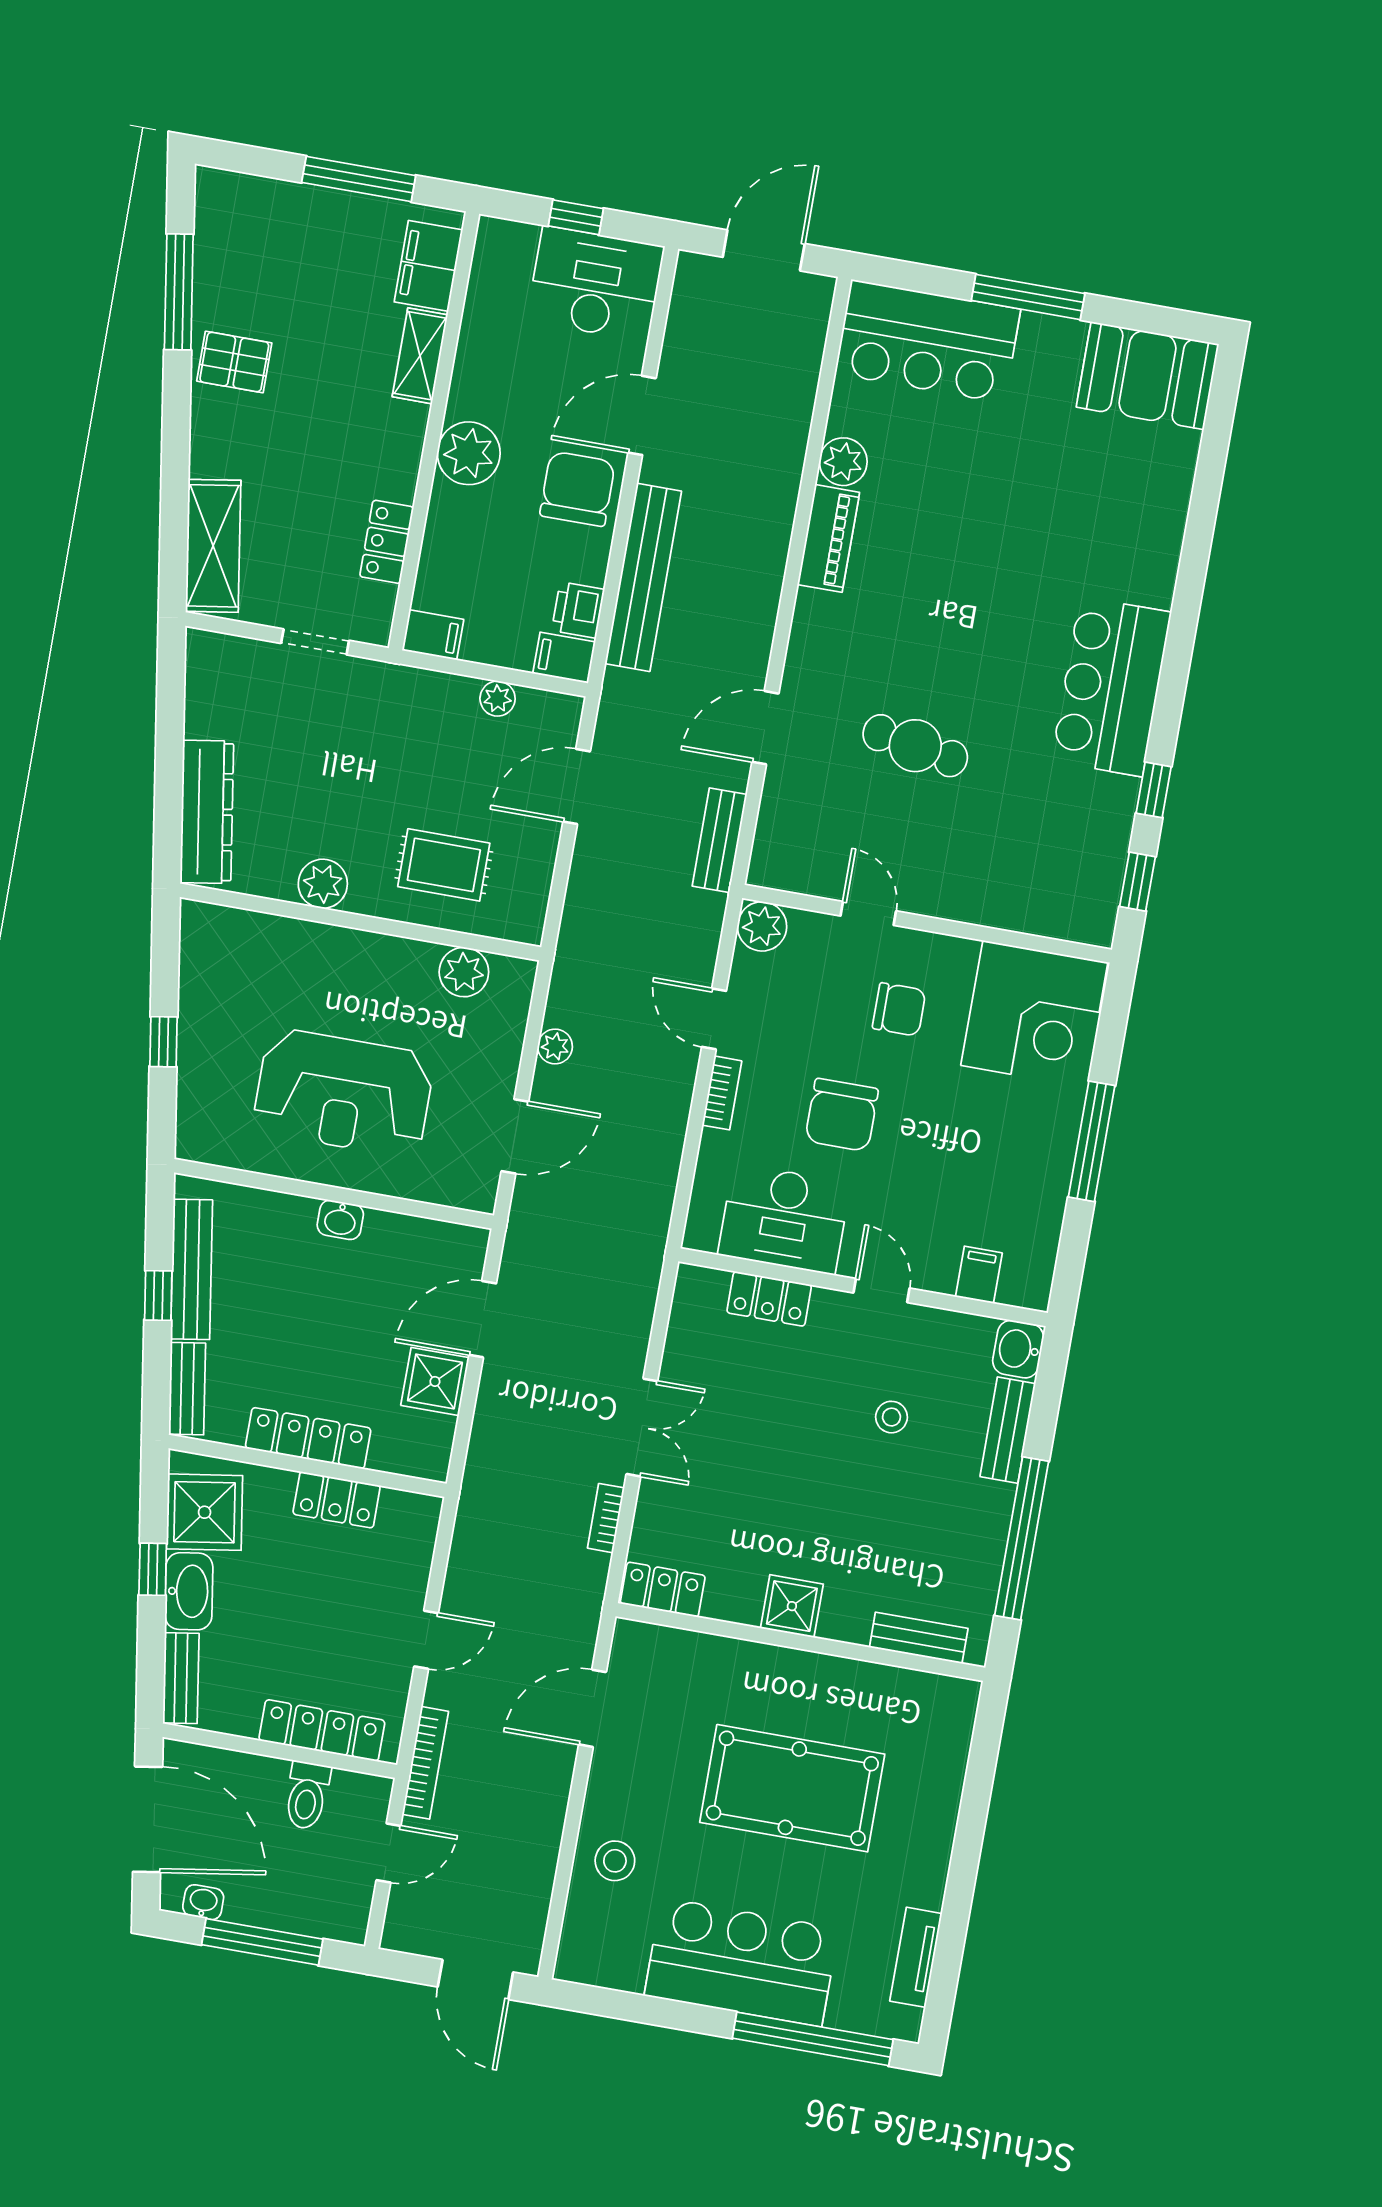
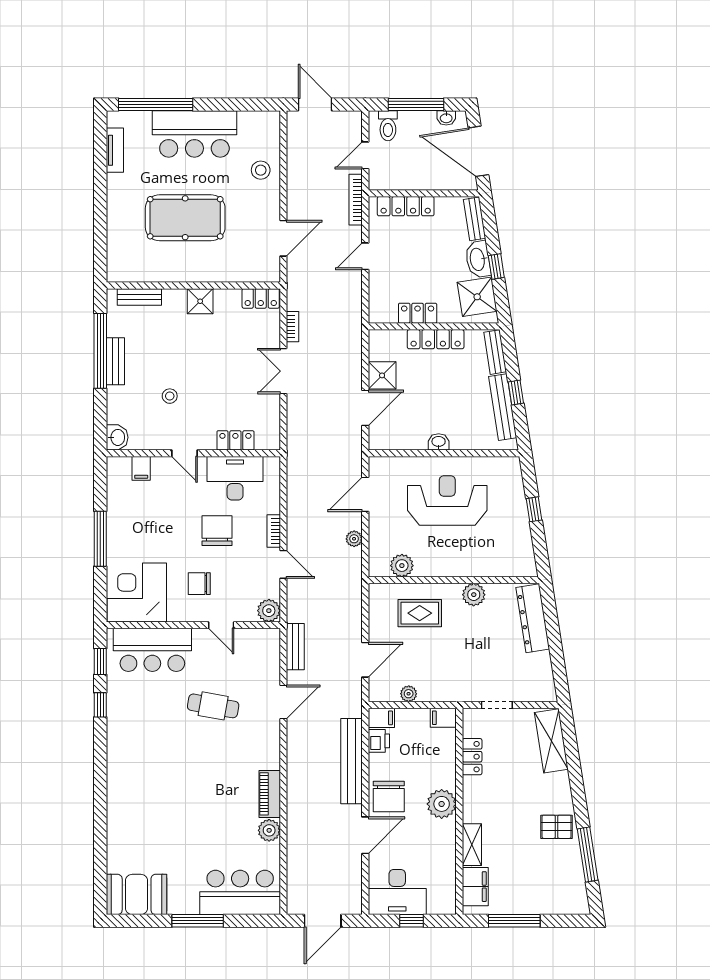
bar counter: (1111, 687) -> (152, 650), moved, turned 90
bench: (1008, 1430) -> (115, 361), moved
toilet: (307, 1795) -> (388, 126), moved, turned 180

